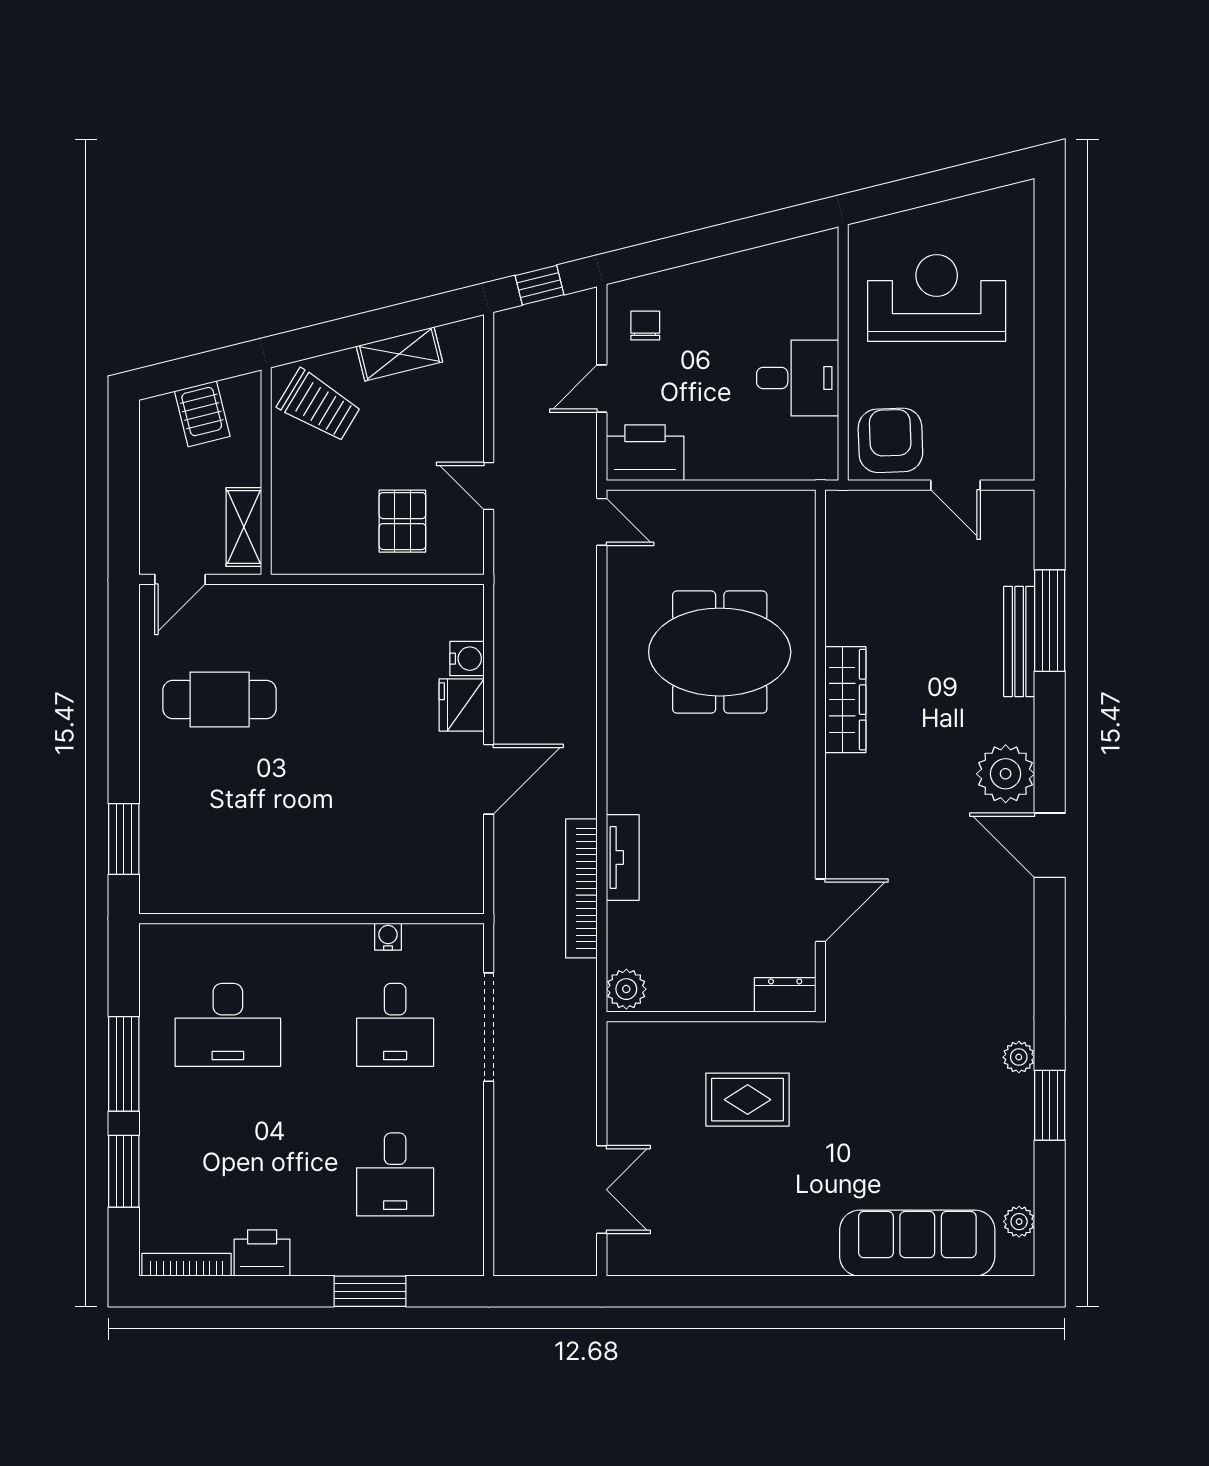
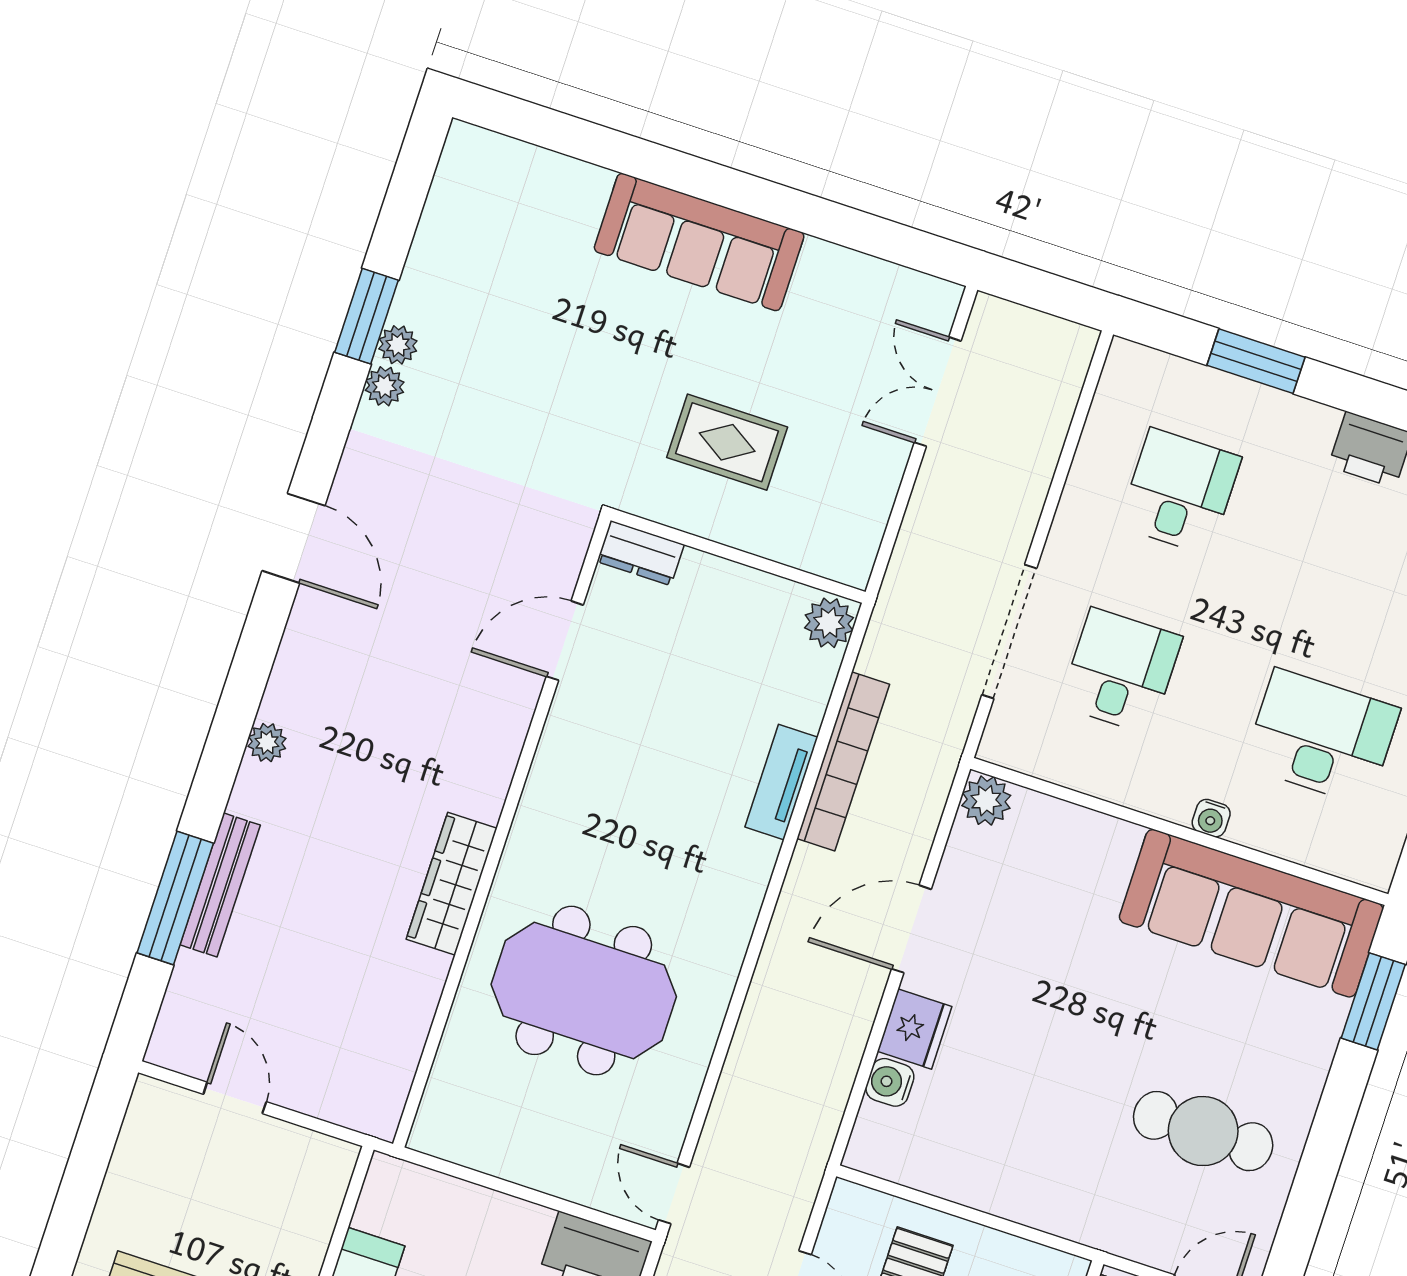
armchair: (890, 440) -> (295, 1177), removed
plant: (1006, 774) -> (267, 742), width x0.53, depth x0.53
door: (1050, 845) -> (293, 538), moved
sofa: (237, 875) -> (1251, 913), added
plant: (464, 894) -> (986, 801), added
water cooler: (388, 937) -> (1211, 818), moved
plant: (1019, 1222) -> (398, 345), moved
sofa: (917, 1243) -> (699, 242), moved

